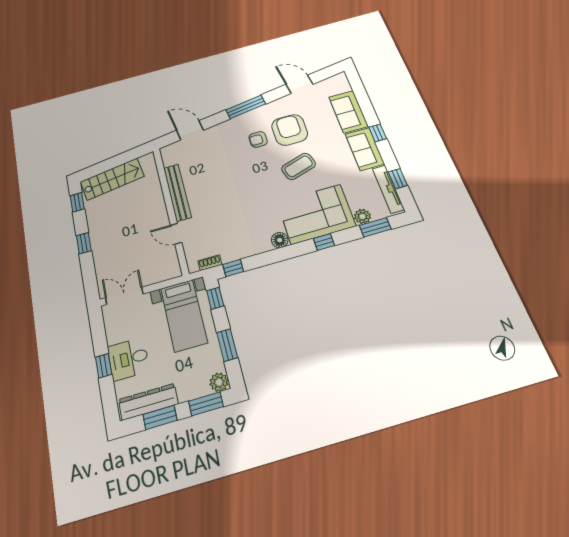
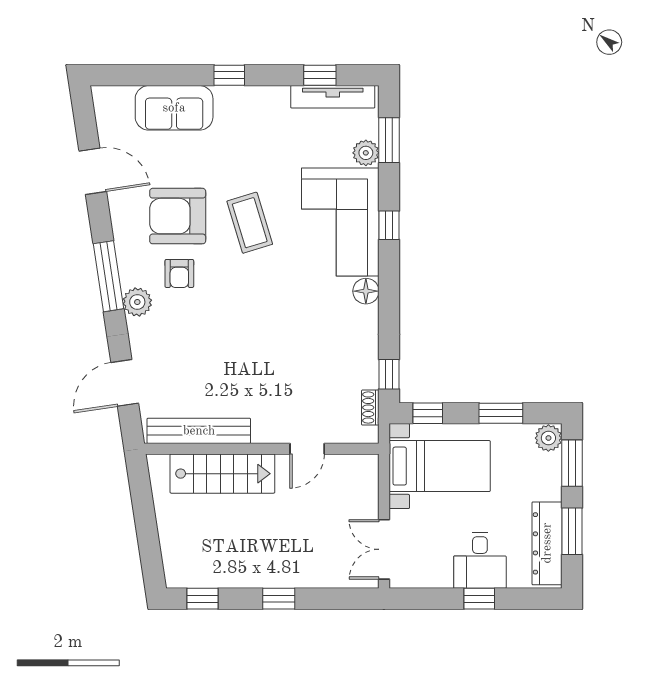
door: (299, 84) -> (93, 171), swing flipped
plant: (236, 124) -> (137, 302), added
sofa: (365, 149) -> (252, 107), removed
stairs: (112, 179) -> (222, 474), moved, turned 99
bench: (177, 192) -> (199, 431), moved

